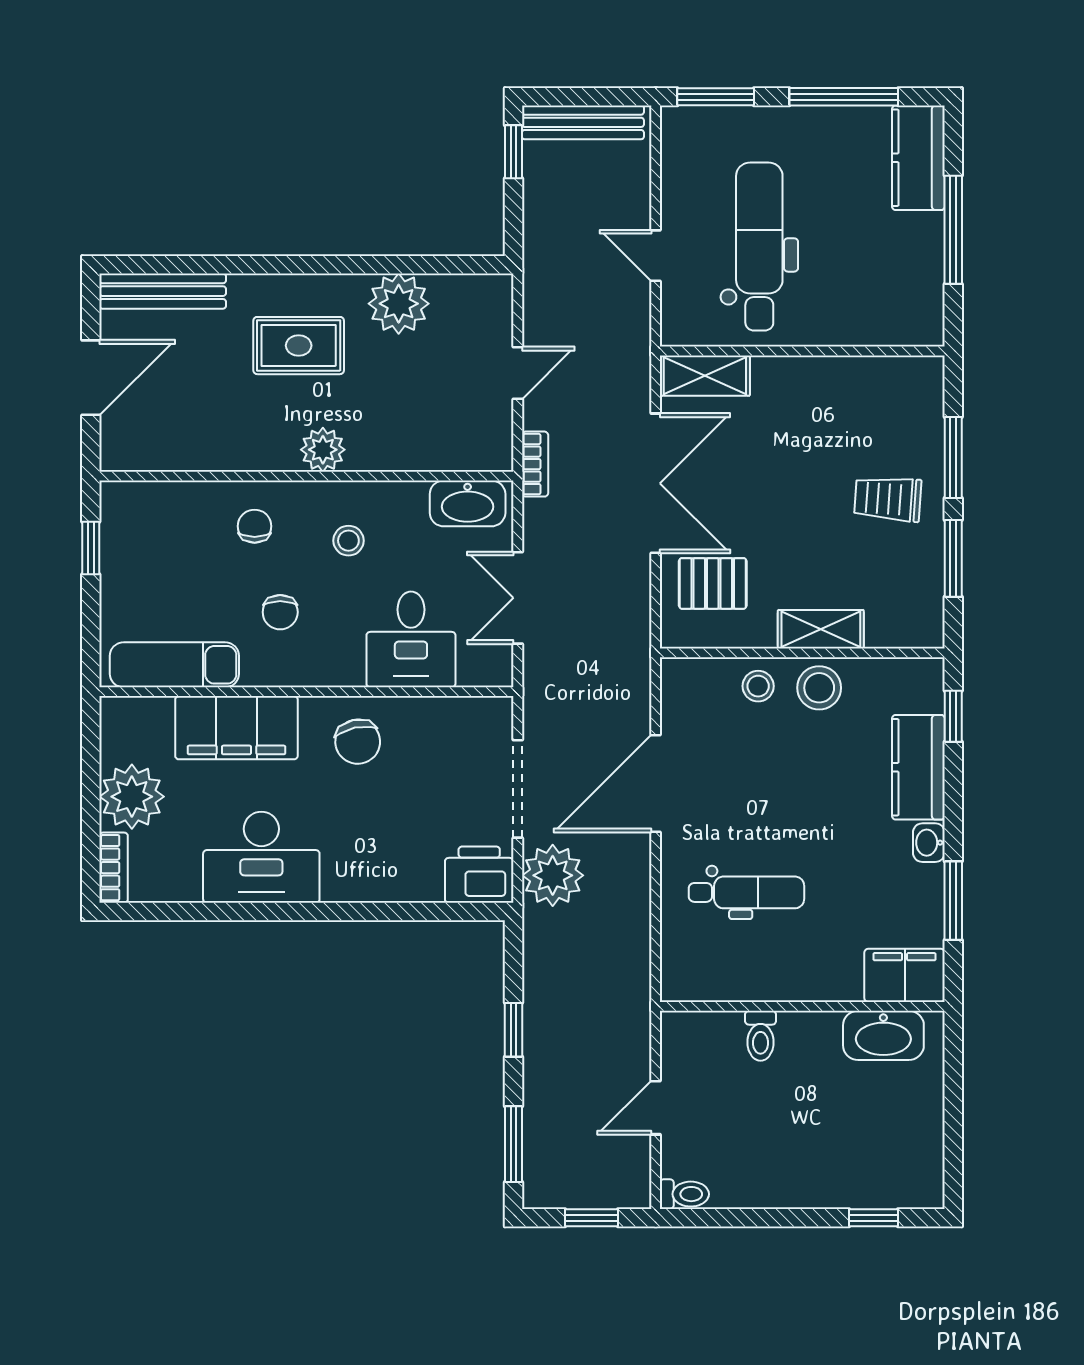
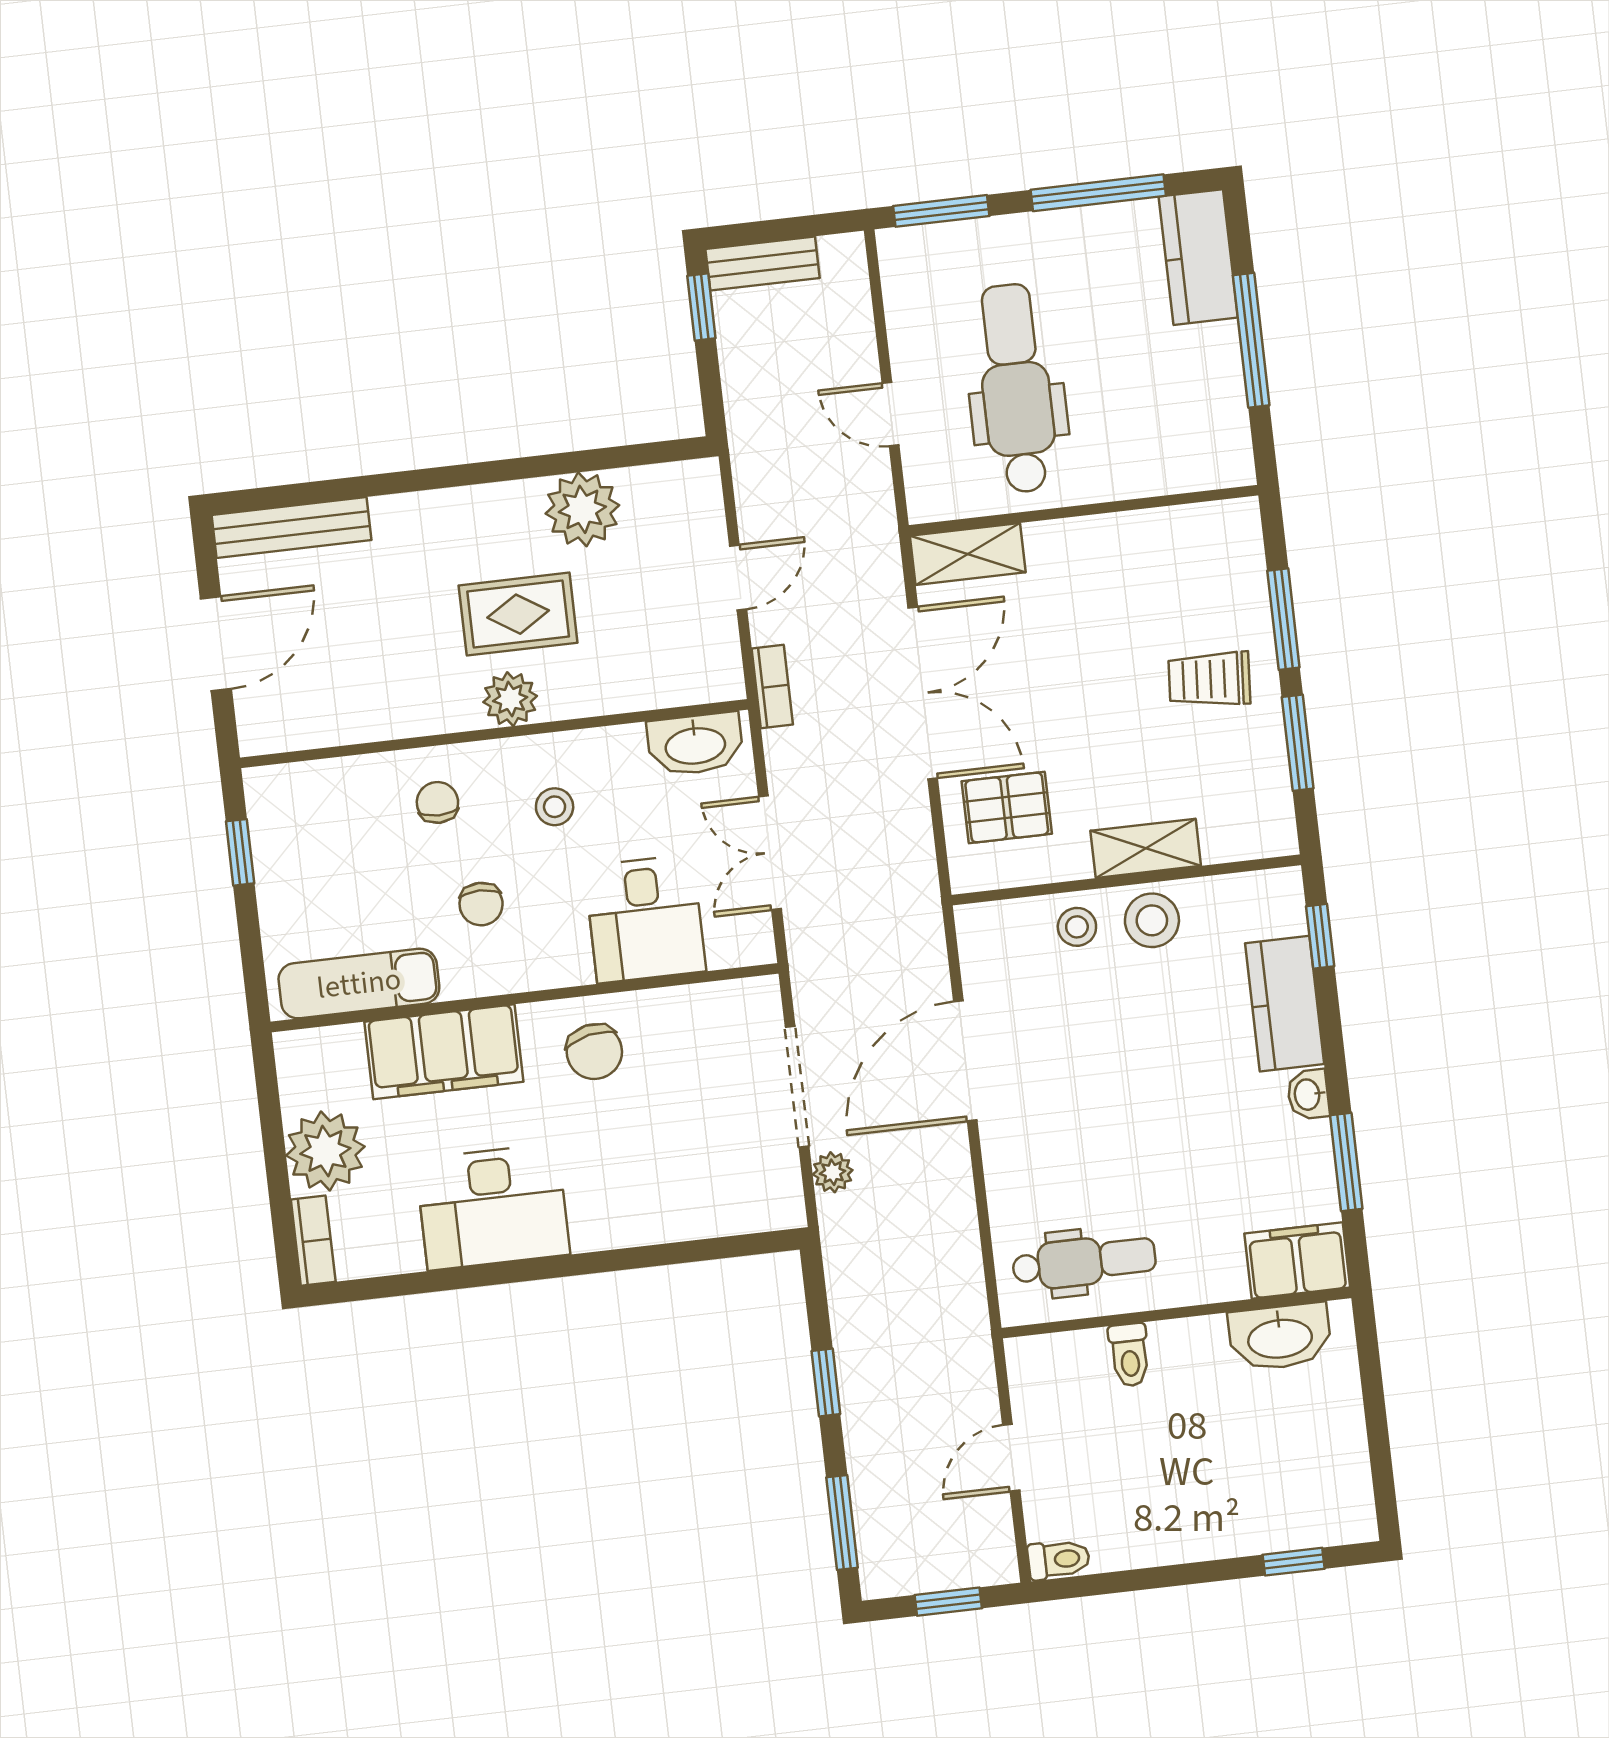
bench: (583, 122) -> (763, 263), width x0.73
rug: (299, 346) -> (518, 614), moved
printer: (479, 875) -> (762, 1197), removed
plant: (553, 875) -> (833, 1172), width x0.53, depth x0.53
dental chair: (746, 892) -> (1084, 1262), moved

